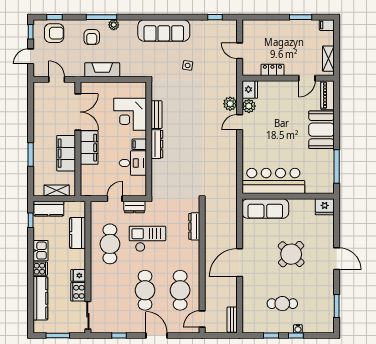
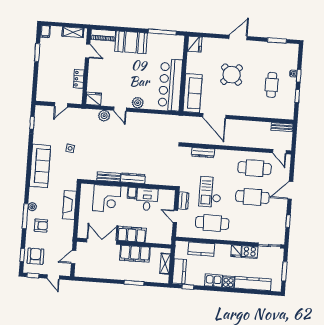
fireplace: (102, 70) -> (69, 205), moved
plant: (249, 106) -> (138, 103), moved
door: (240, 263) -> (214, 116), moved

